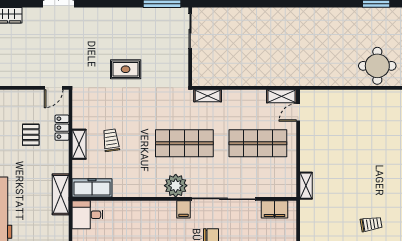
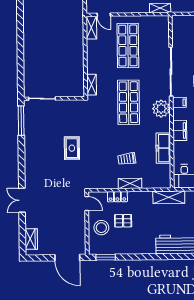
stool: (22, 106) -> (101, 228), added
freezer: (92, 188) -> (163, 148), moved
filing cabinet: (274, 209) -> (180, 130), moved

